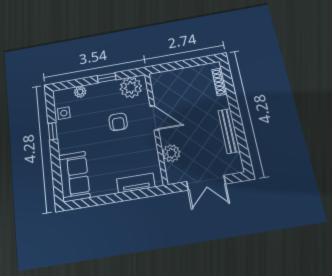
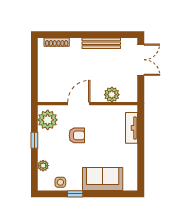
sofa: (74, 176) -> (103, 179), moved
double door: (206, 183) -> (141, 60), moved

